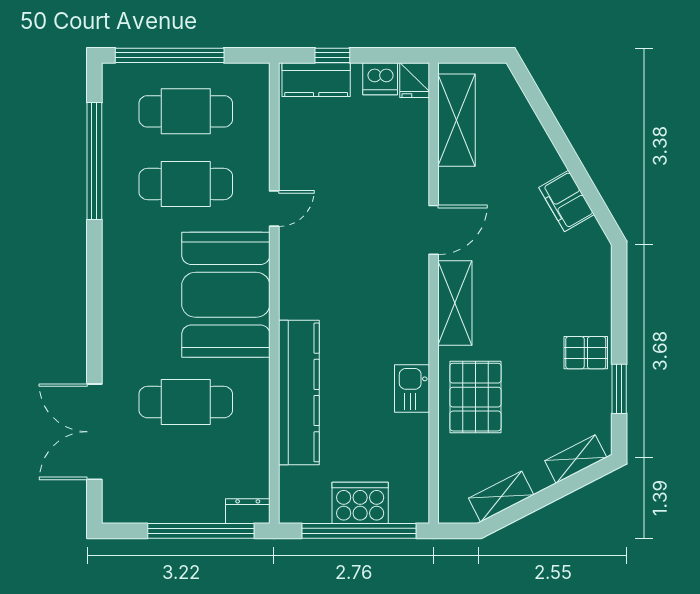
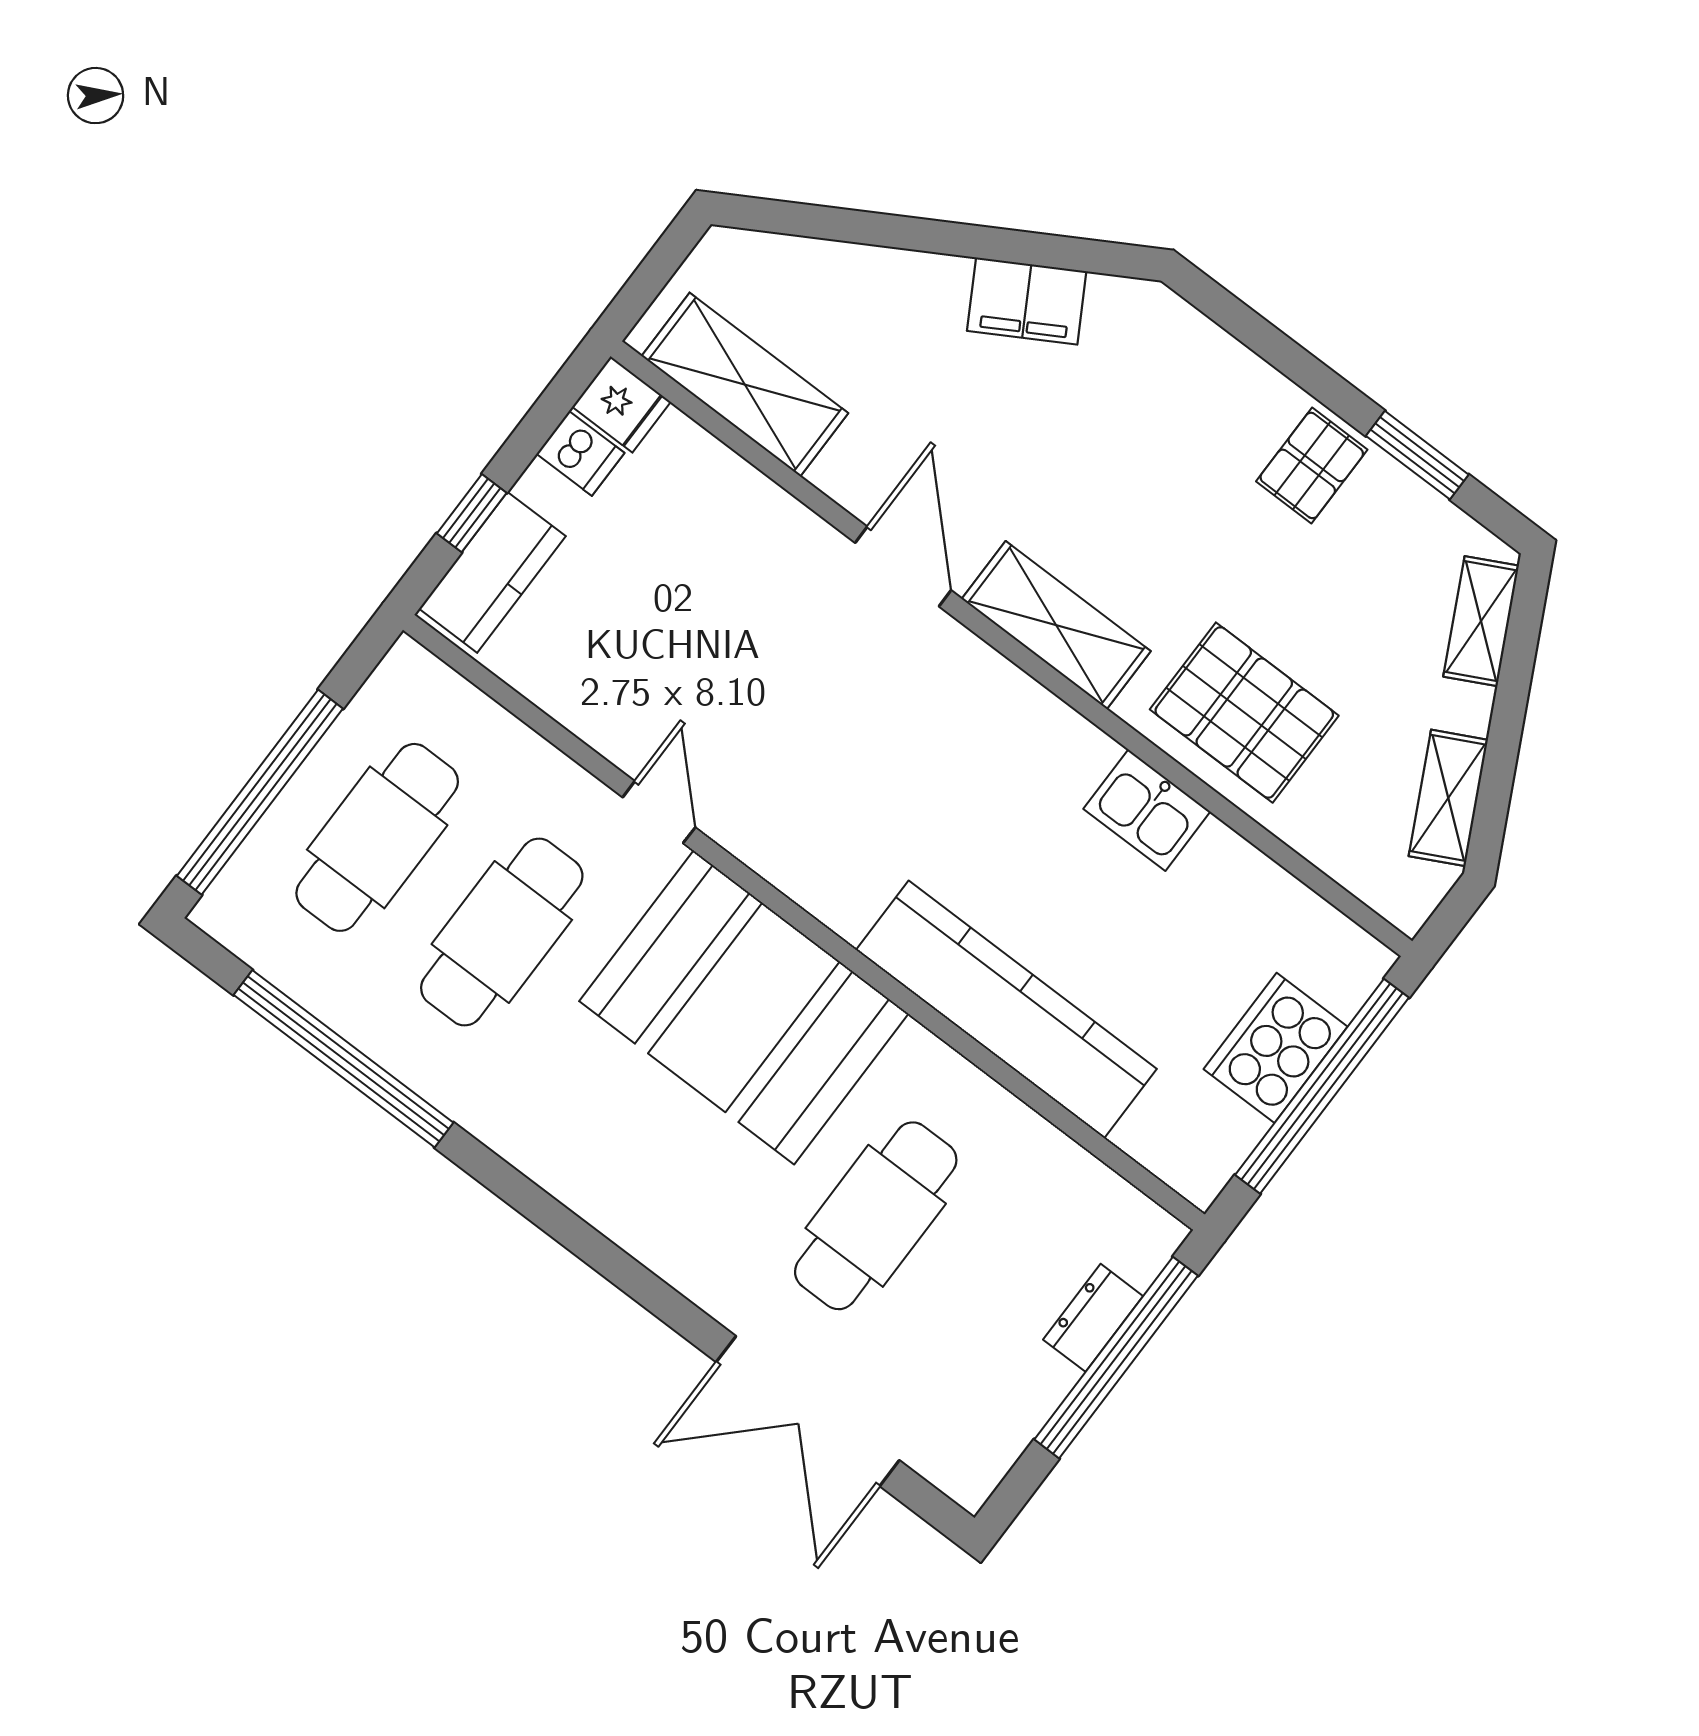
dishwasher: (380, 79) -> (580, 453), width x0.73
dresser: (248, 511) -> (1093, 1318), moved

